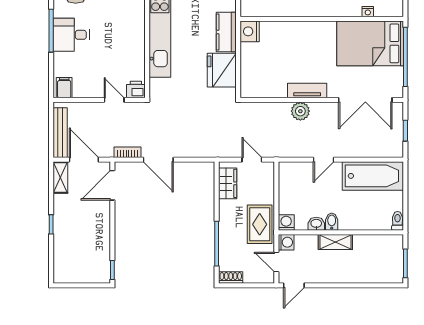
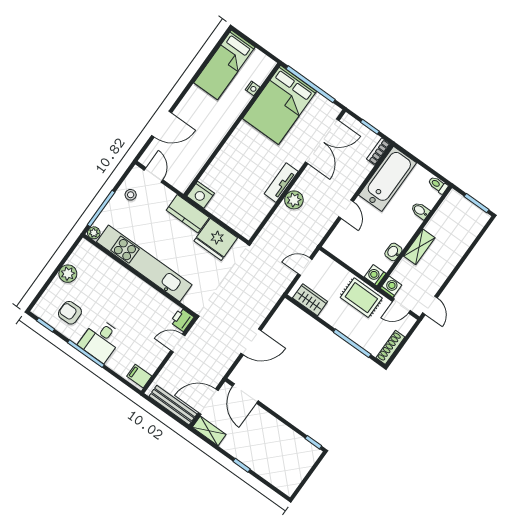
bookcase: (128, 152) -> (378, 152), moved
bidet: (332, 222) -> (420, 211), moved
shoe rack: (231, 277) -> (390, 347), width x1.43

